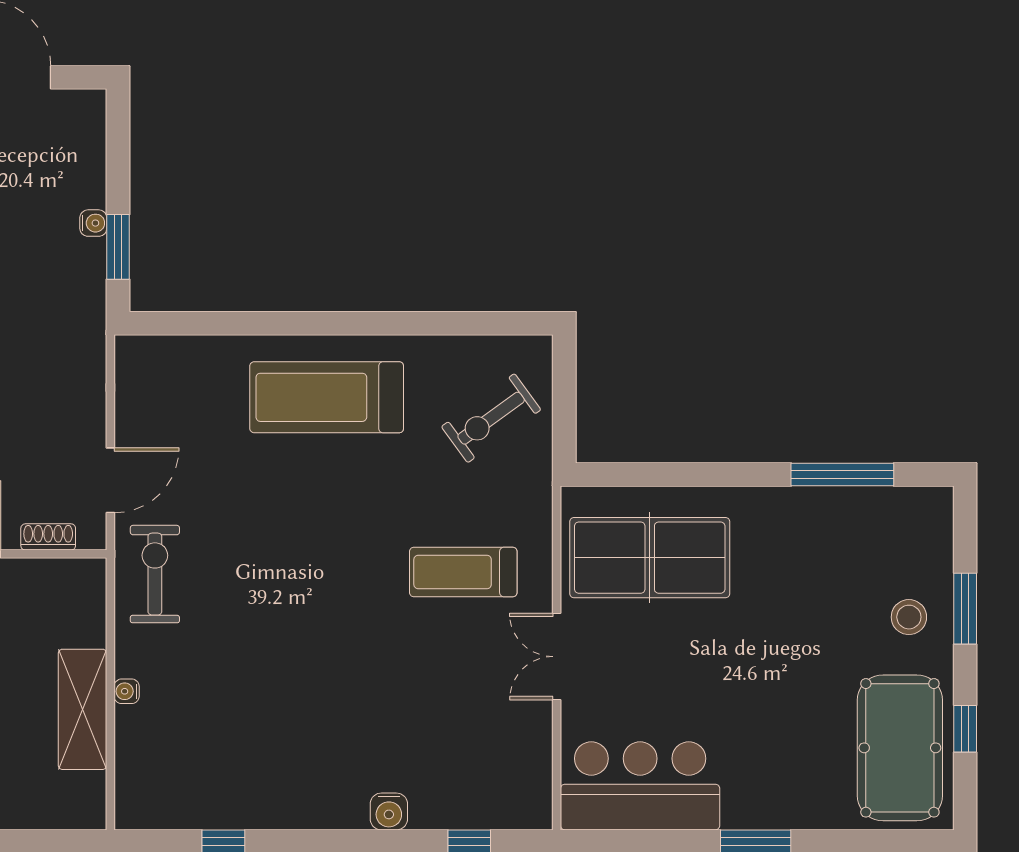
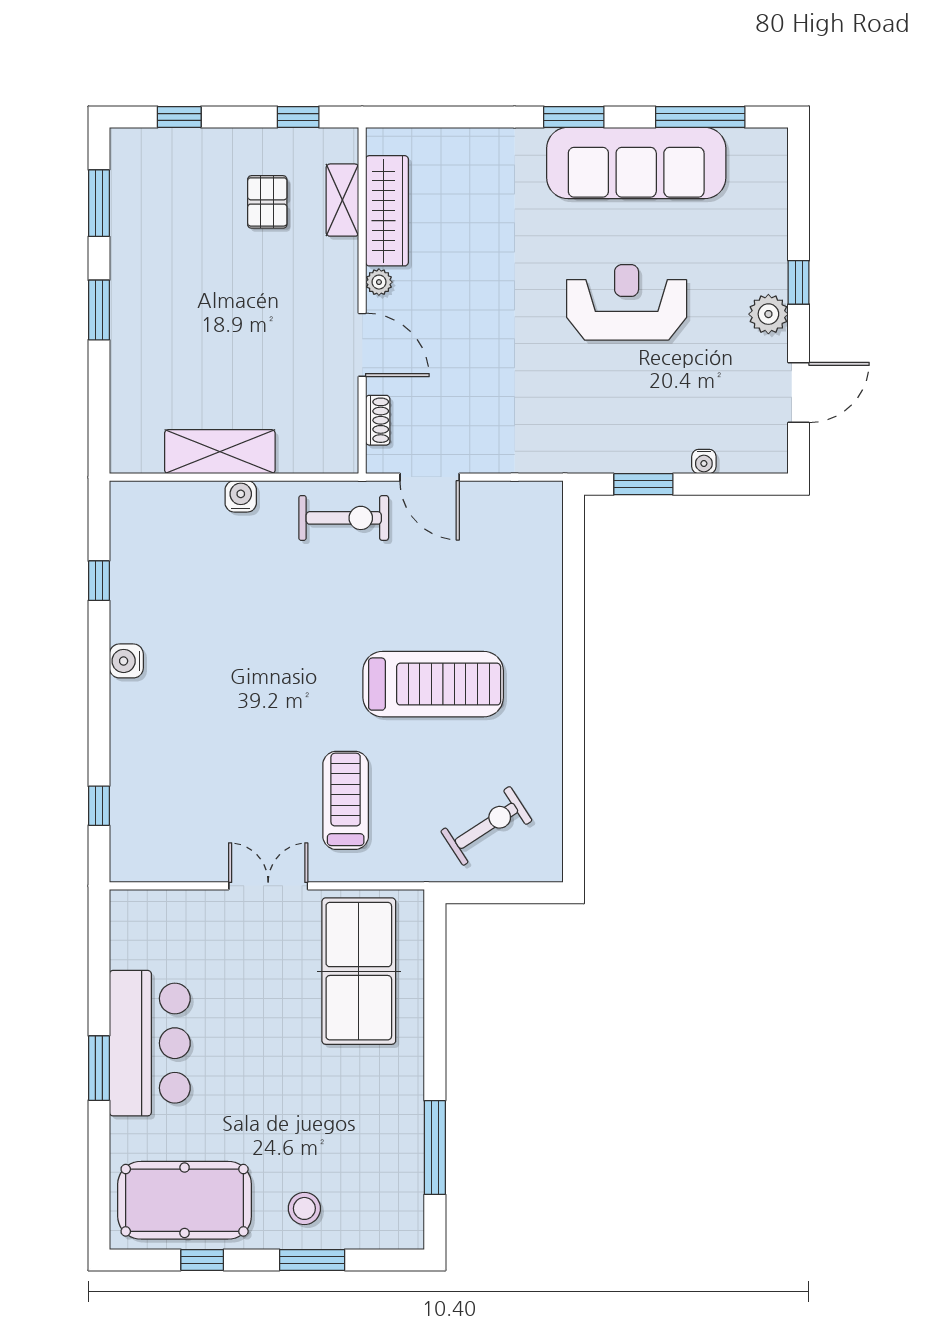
water cooler: (93, 223) -> (704, 462), moved
treadmill: (327, 397) -> (433, 684), moved, turned 90
exercise bike: (491, 418) -> (486, 826), turned 93
water cooler: (127, 691) -> (241, 496), width x1.38, depth x1.38
bar counter: (640, 786) -> (150, 1043), moved
water cooler: (389, 811) -> (126, 661), moved

